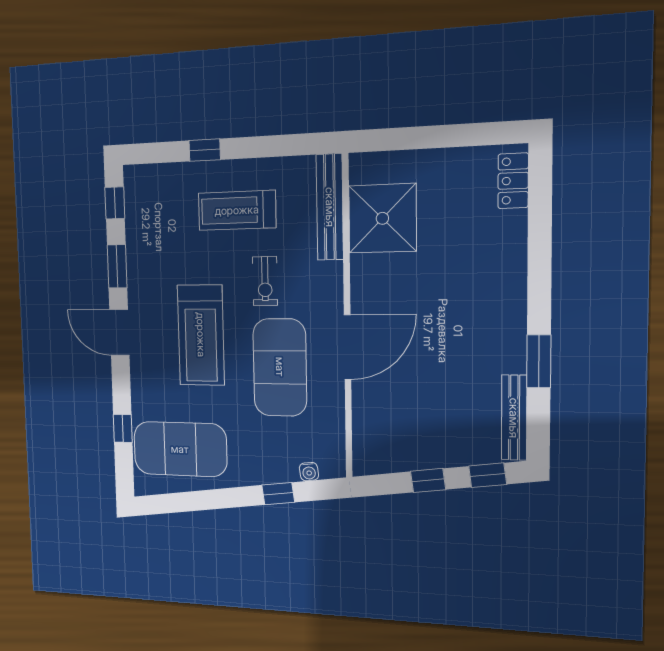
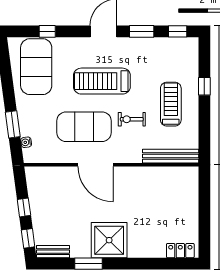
shower: (382, 218) -> (109, 240), moved
bench: (514, 418) -> (53, 252), width x0.73
window: (278, 494) -> (13, 124), width x1.50

